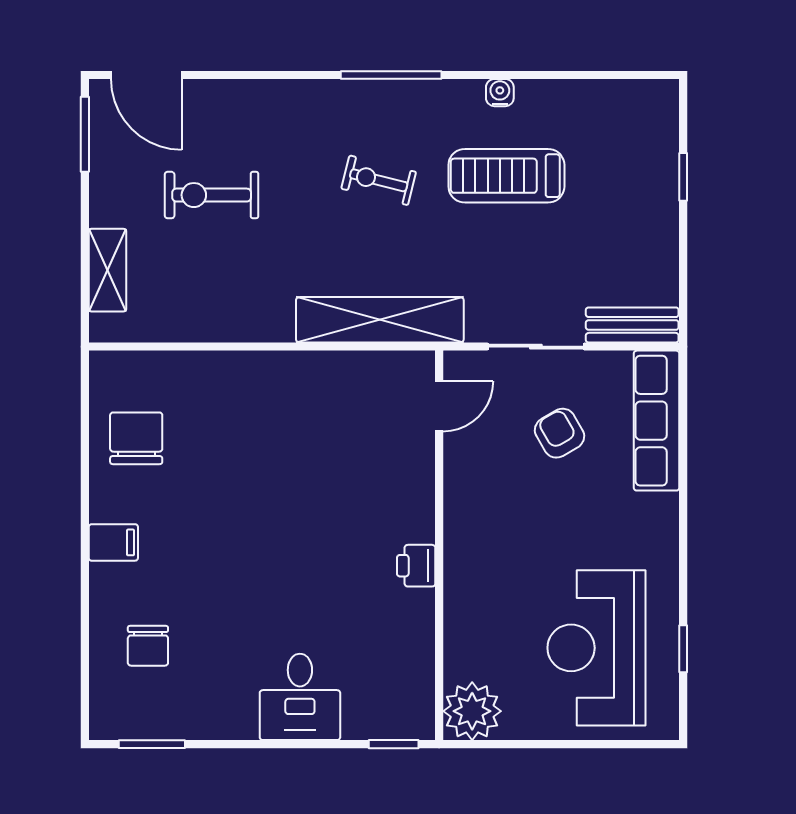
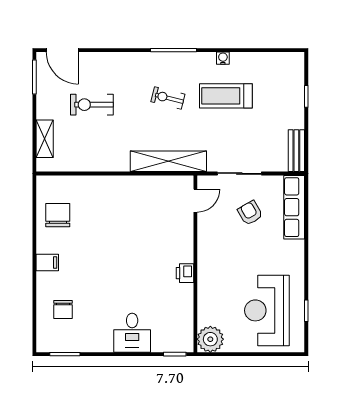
bench: (632, 325) -> (296, 151), moved, turned 90

